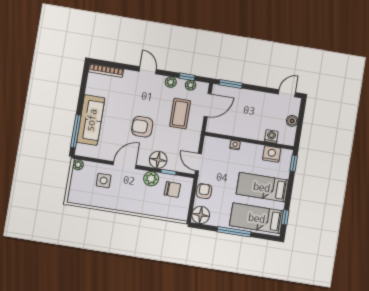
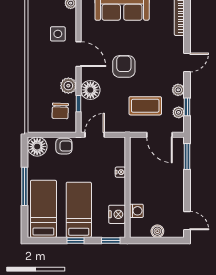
window: (285, 217) -> (75, 240), moved

